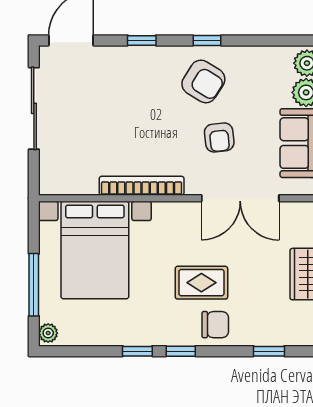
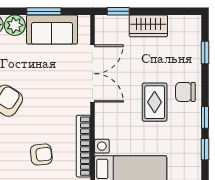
armchair: (219, 137) -> (41, 154), moved
chair: (215, 325) -> (185, 92), turned -90

